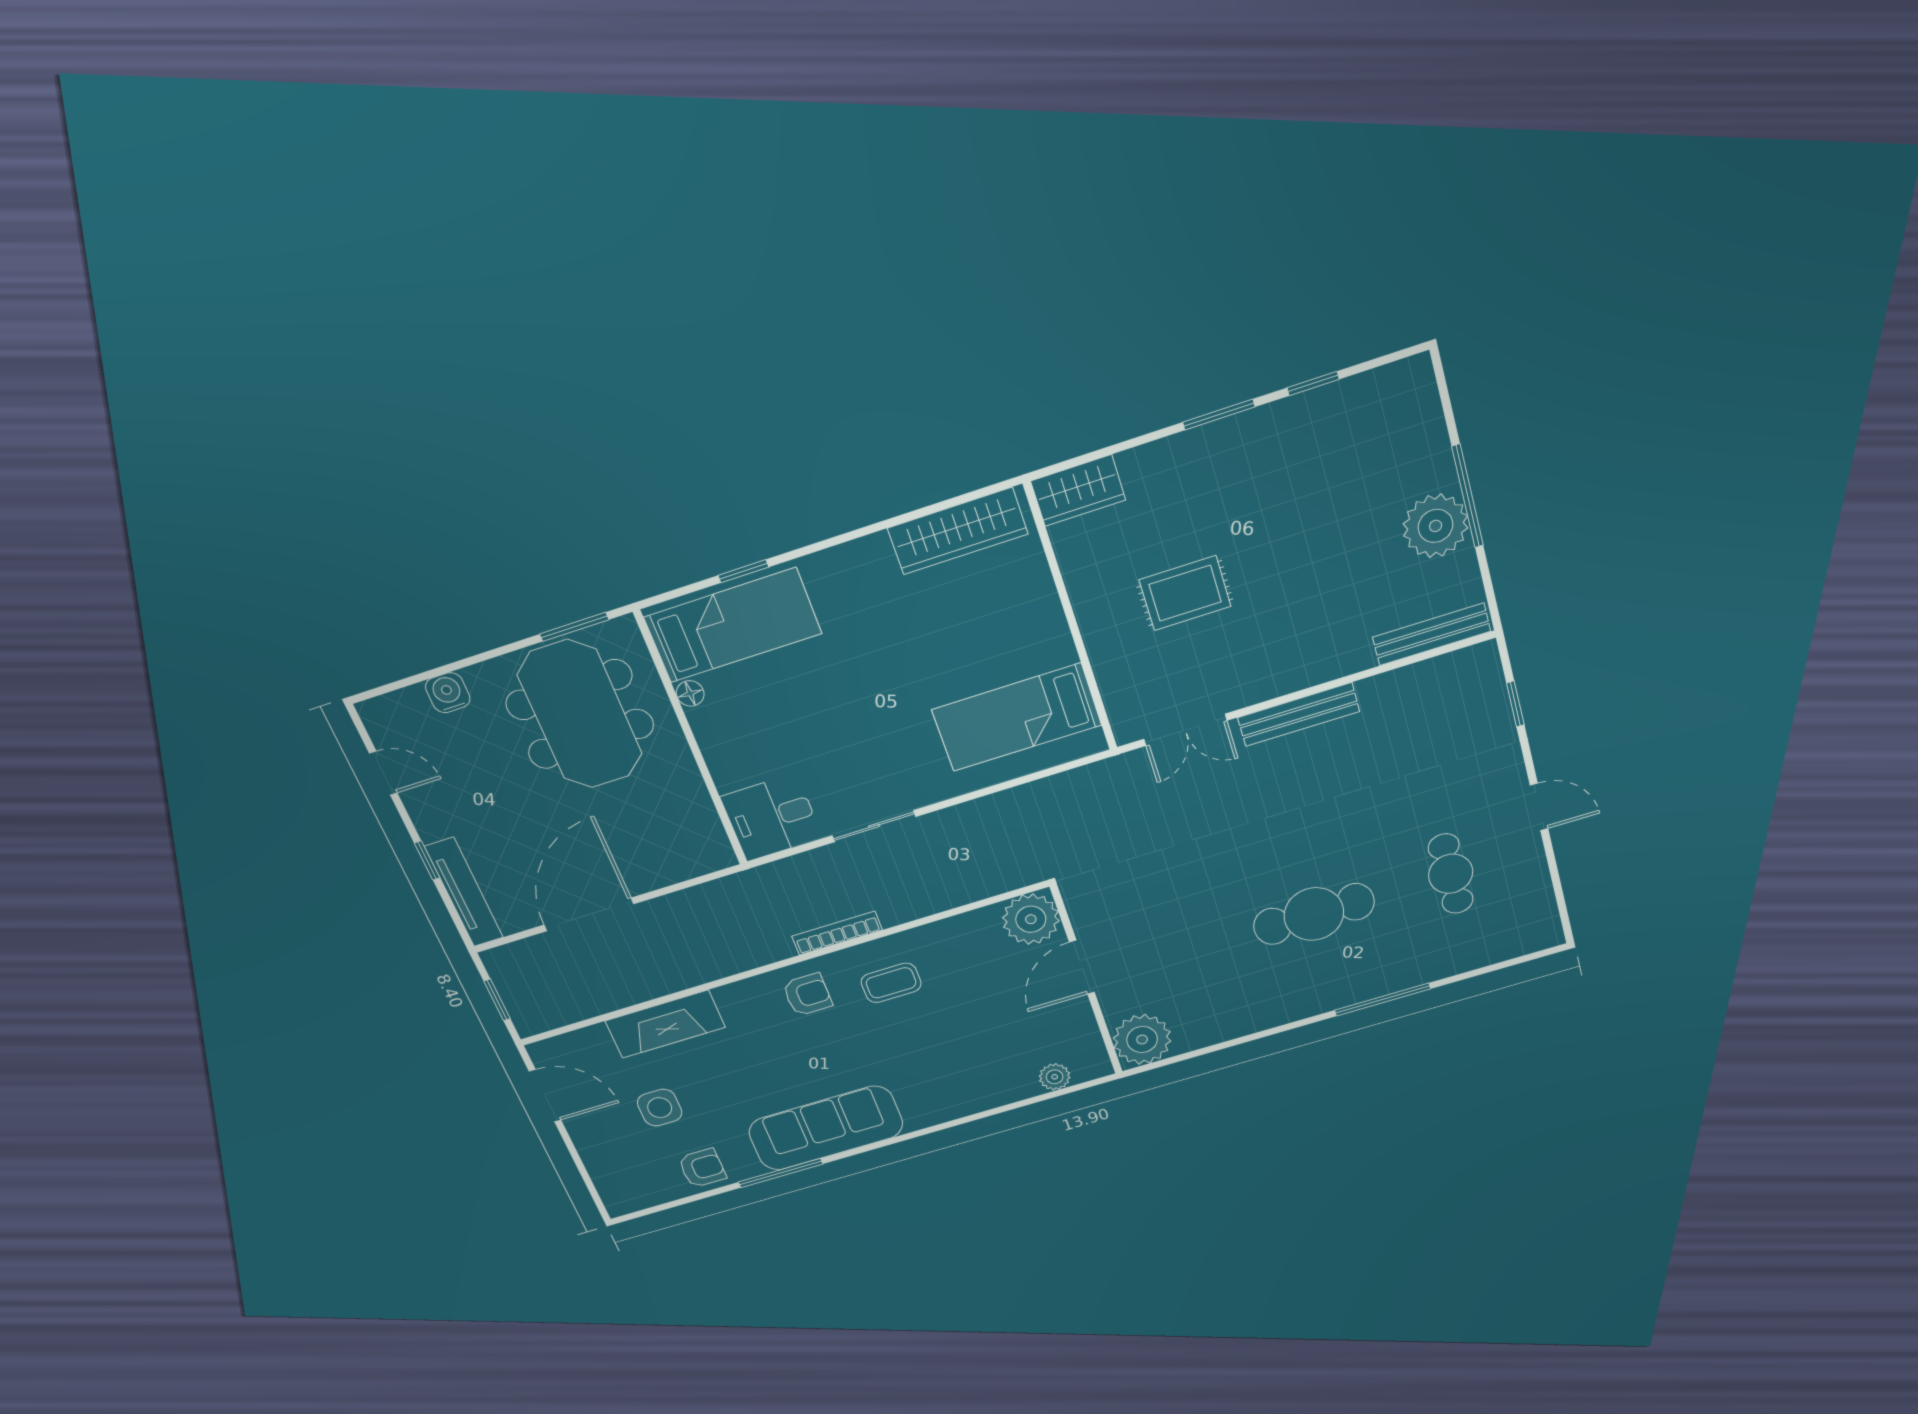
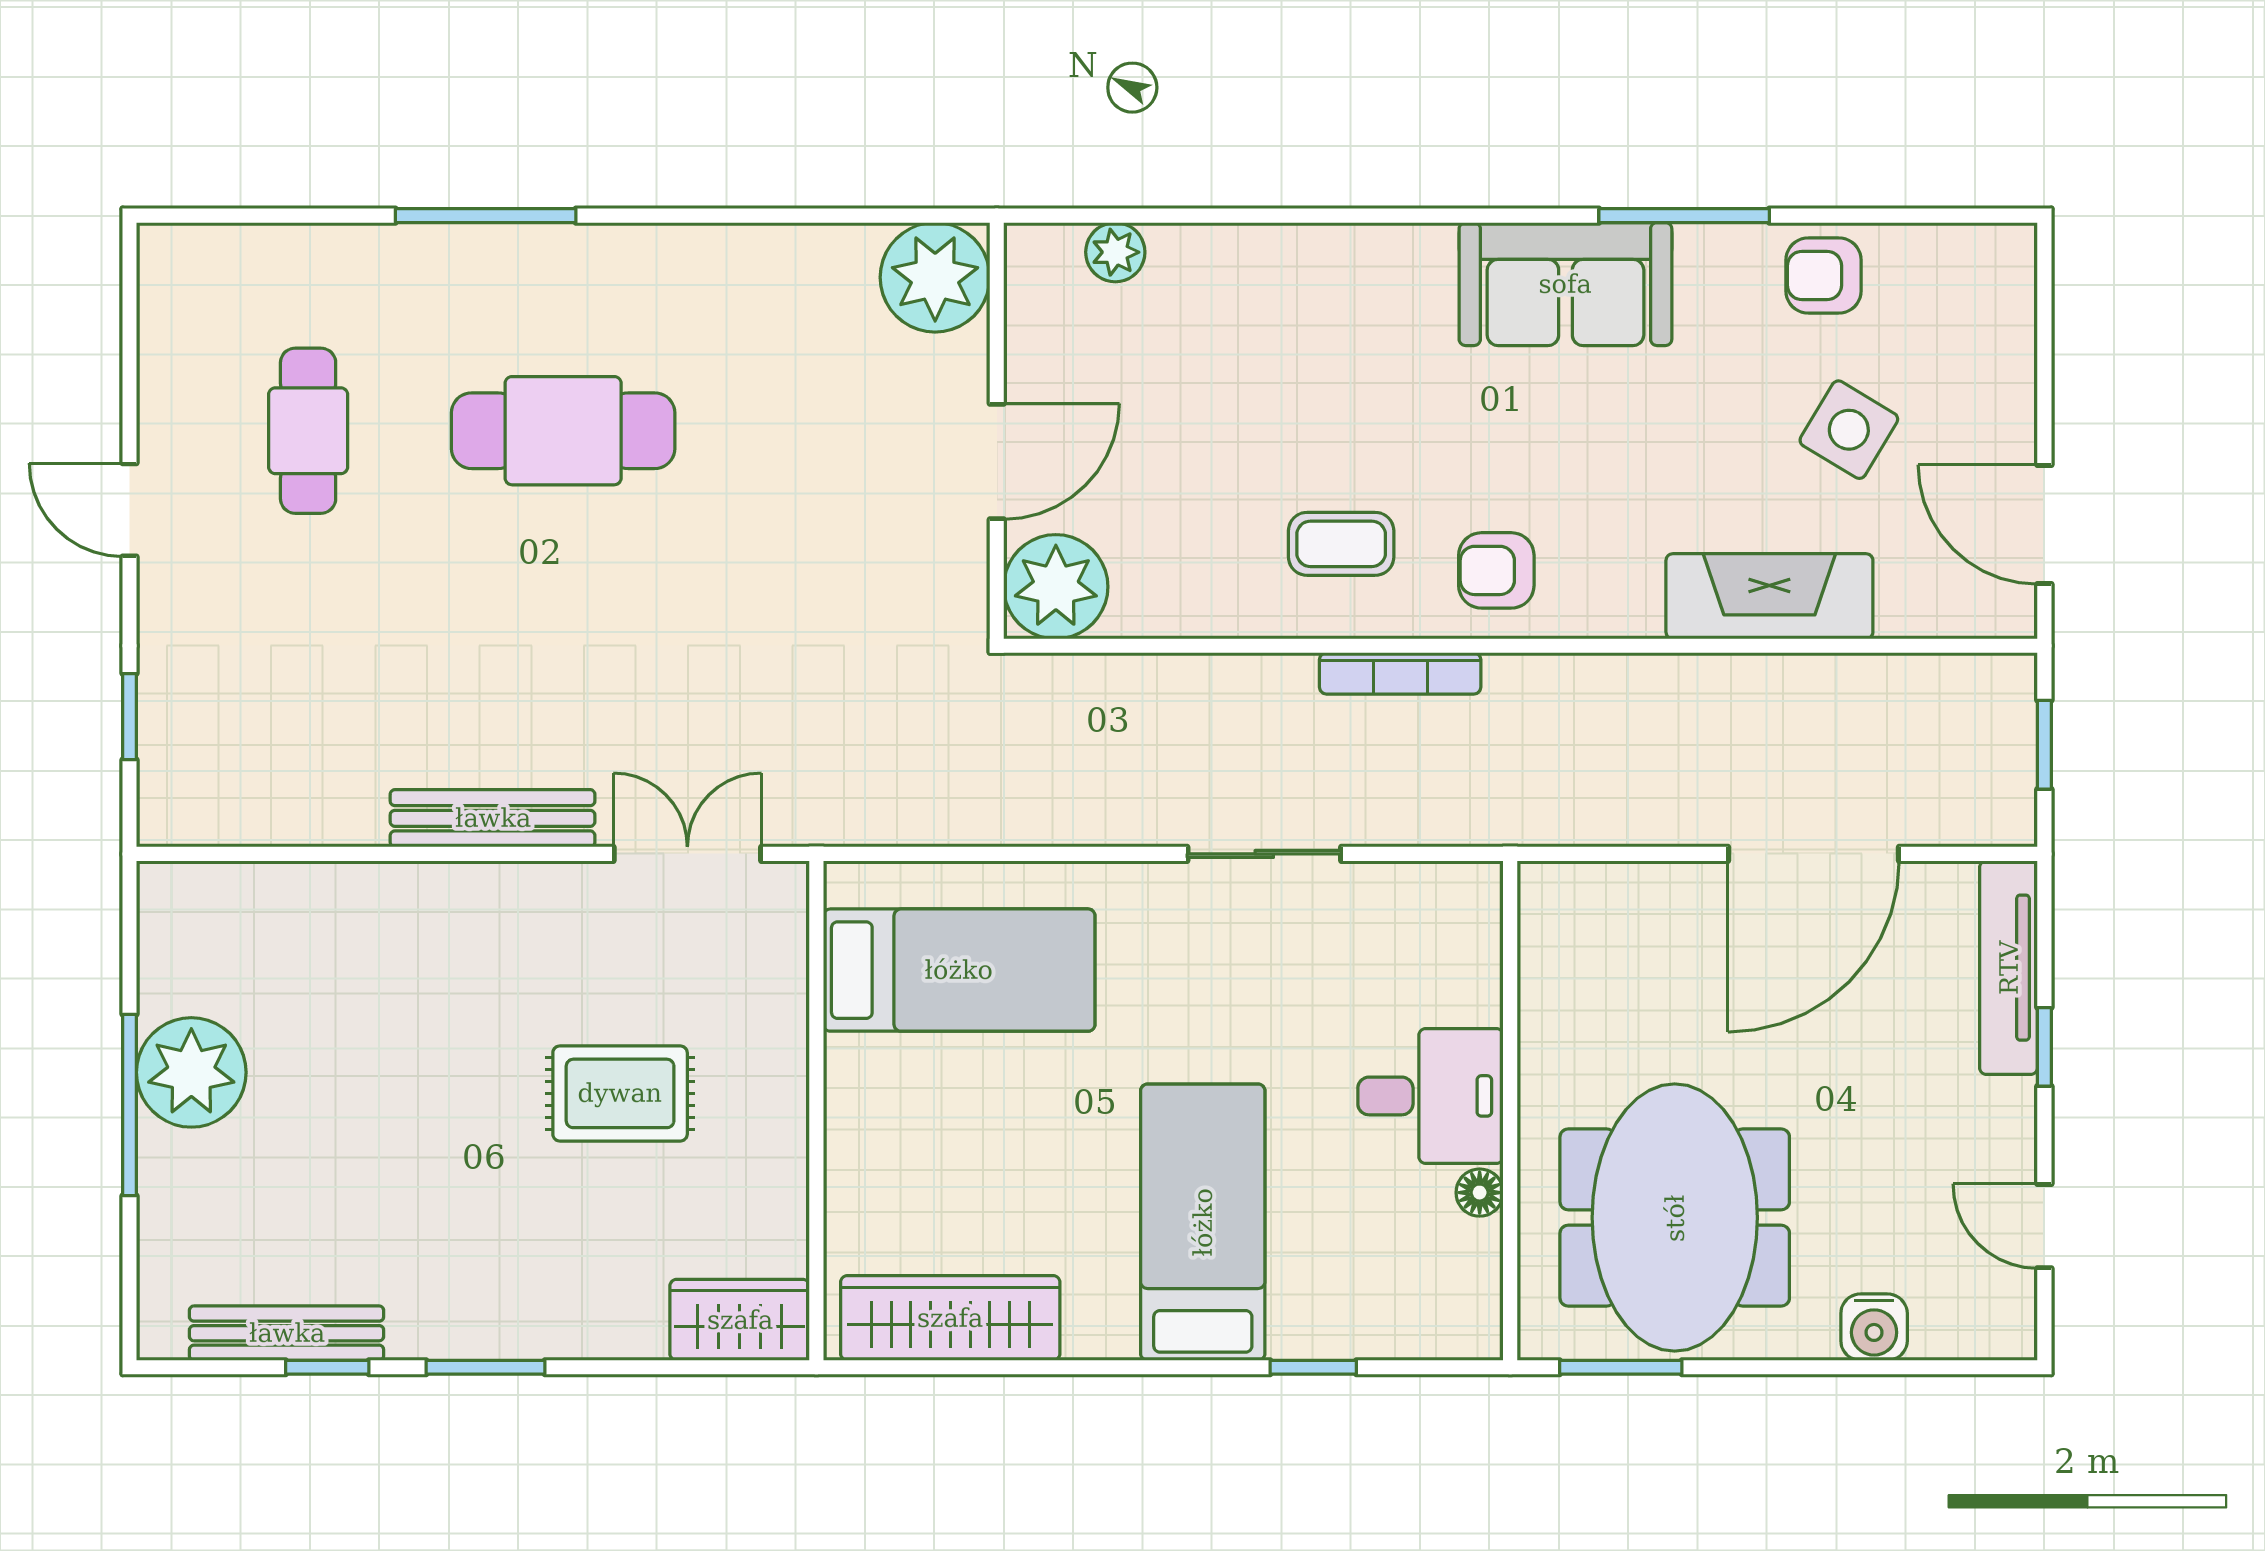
bed: (733, 625) -> (1203, 1222), moved, turned 90
bench: (1432, 634) -> (287, 1333), moved
desk: (772, 817) -> (1430, 1096), moved
side table: (660, 1108) -> (1849, 430), turned 31
sofa: (826, 1128) -> (1565, 284), width x0.73

